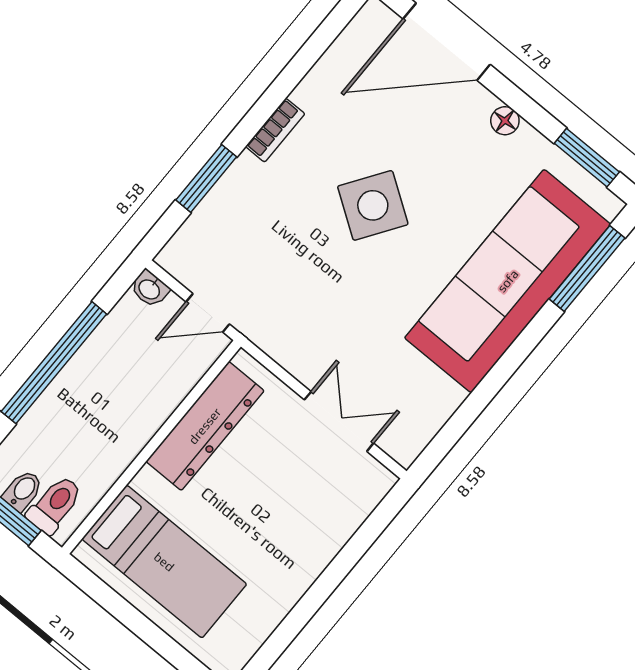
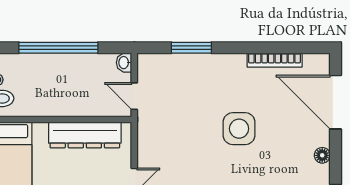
bookcase: (275, 130) -> (275, 60), moved, width x1.56
side table: (373, 205) -> (239, 129), turned -34

